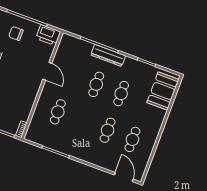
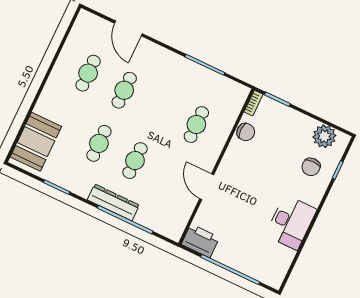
chair: (16, 33) -> (246, 132), moved
door: (124, 177) -> (128, 28), moved

